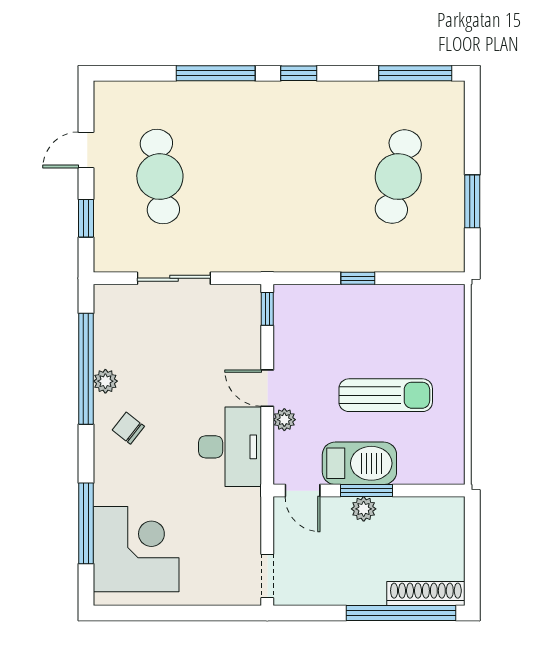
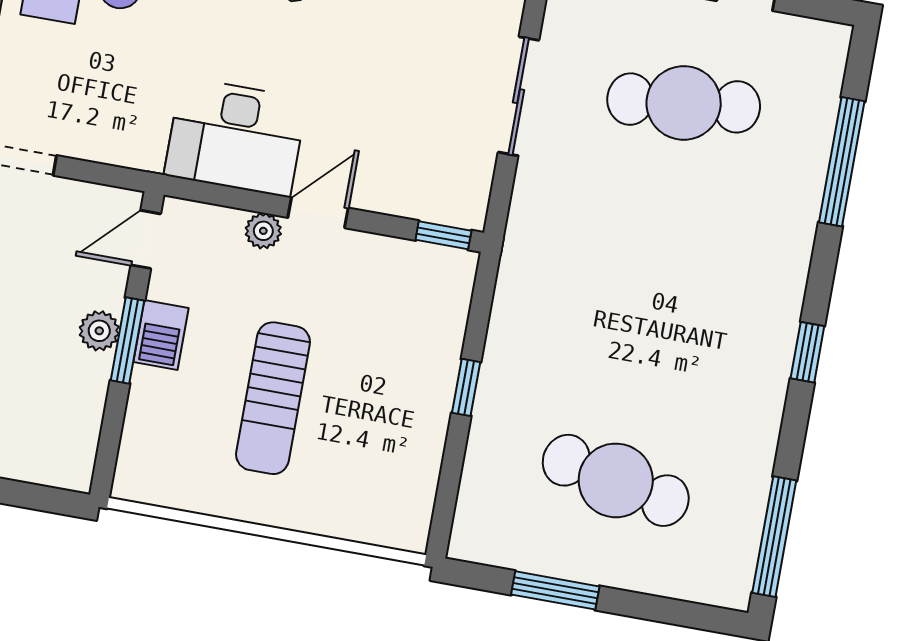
window: (216, 73) -> (842, 162), moved
barbecue: (359, 463) -> (161, 335), width x0.53, depth x0.65

